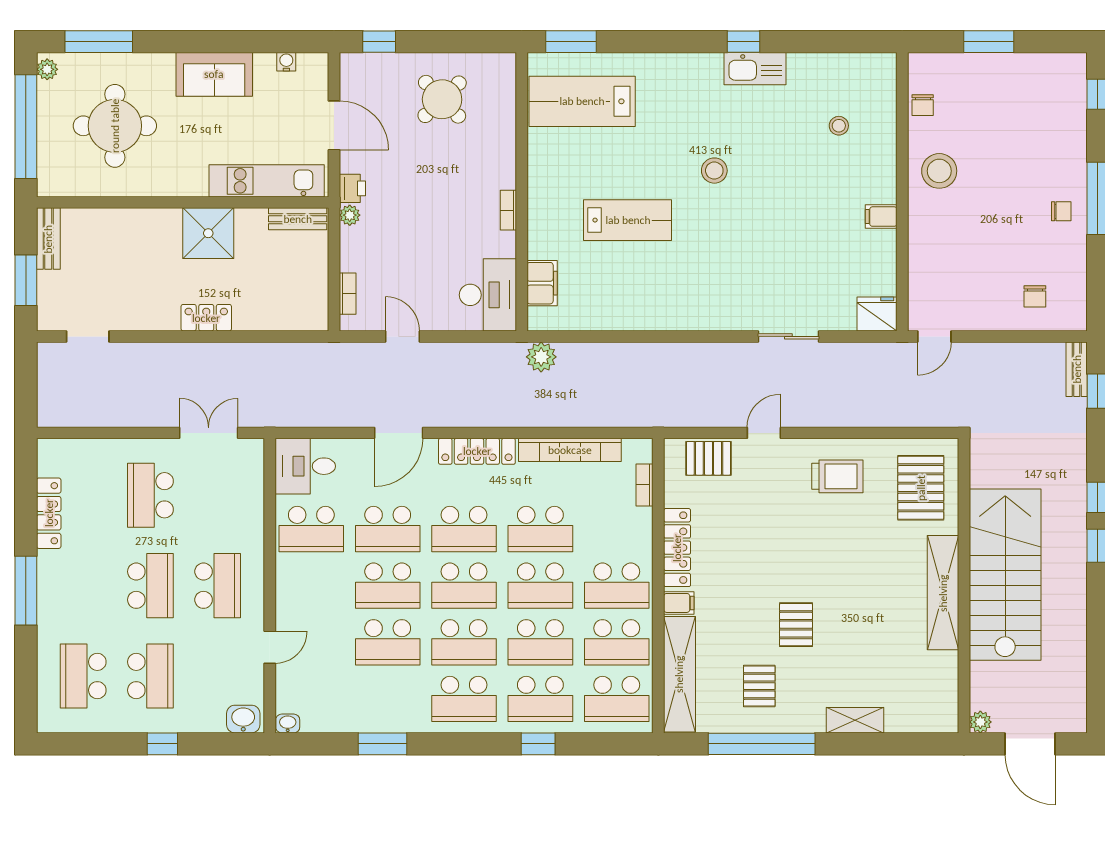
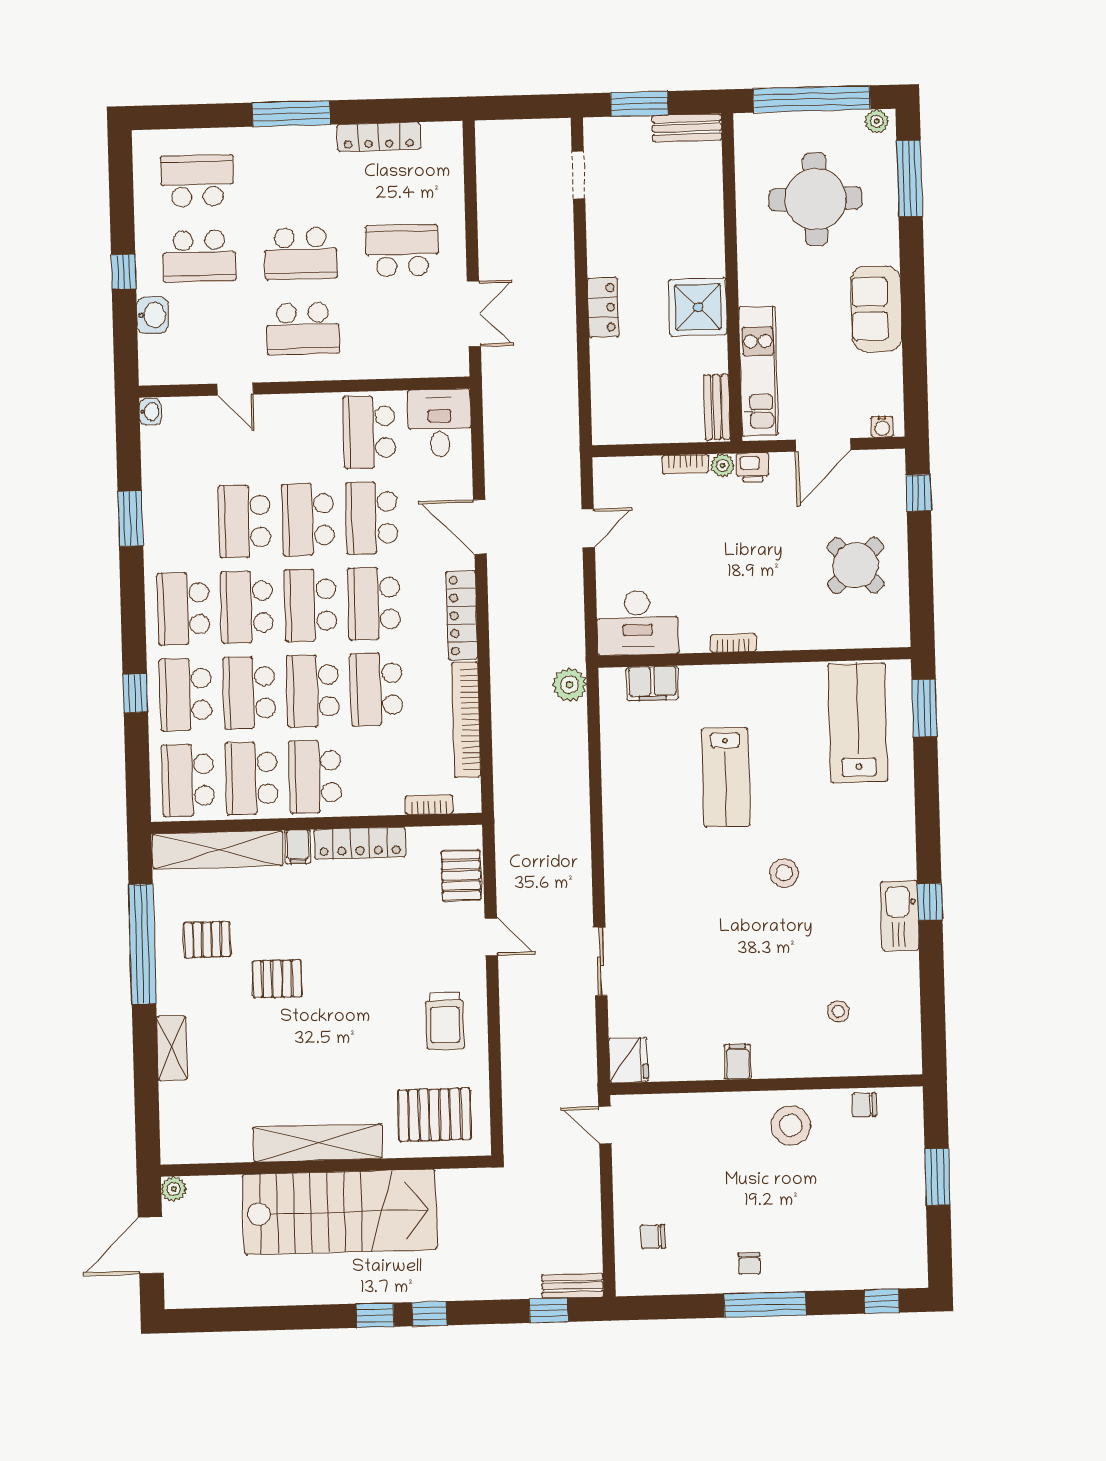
water cooler: (286, 62) -> (882, 427), moved, turned 90
bookcase: (348, 294) -> (685, 464), moved
washbasin: (243, 719) -> (153, 315), moved

